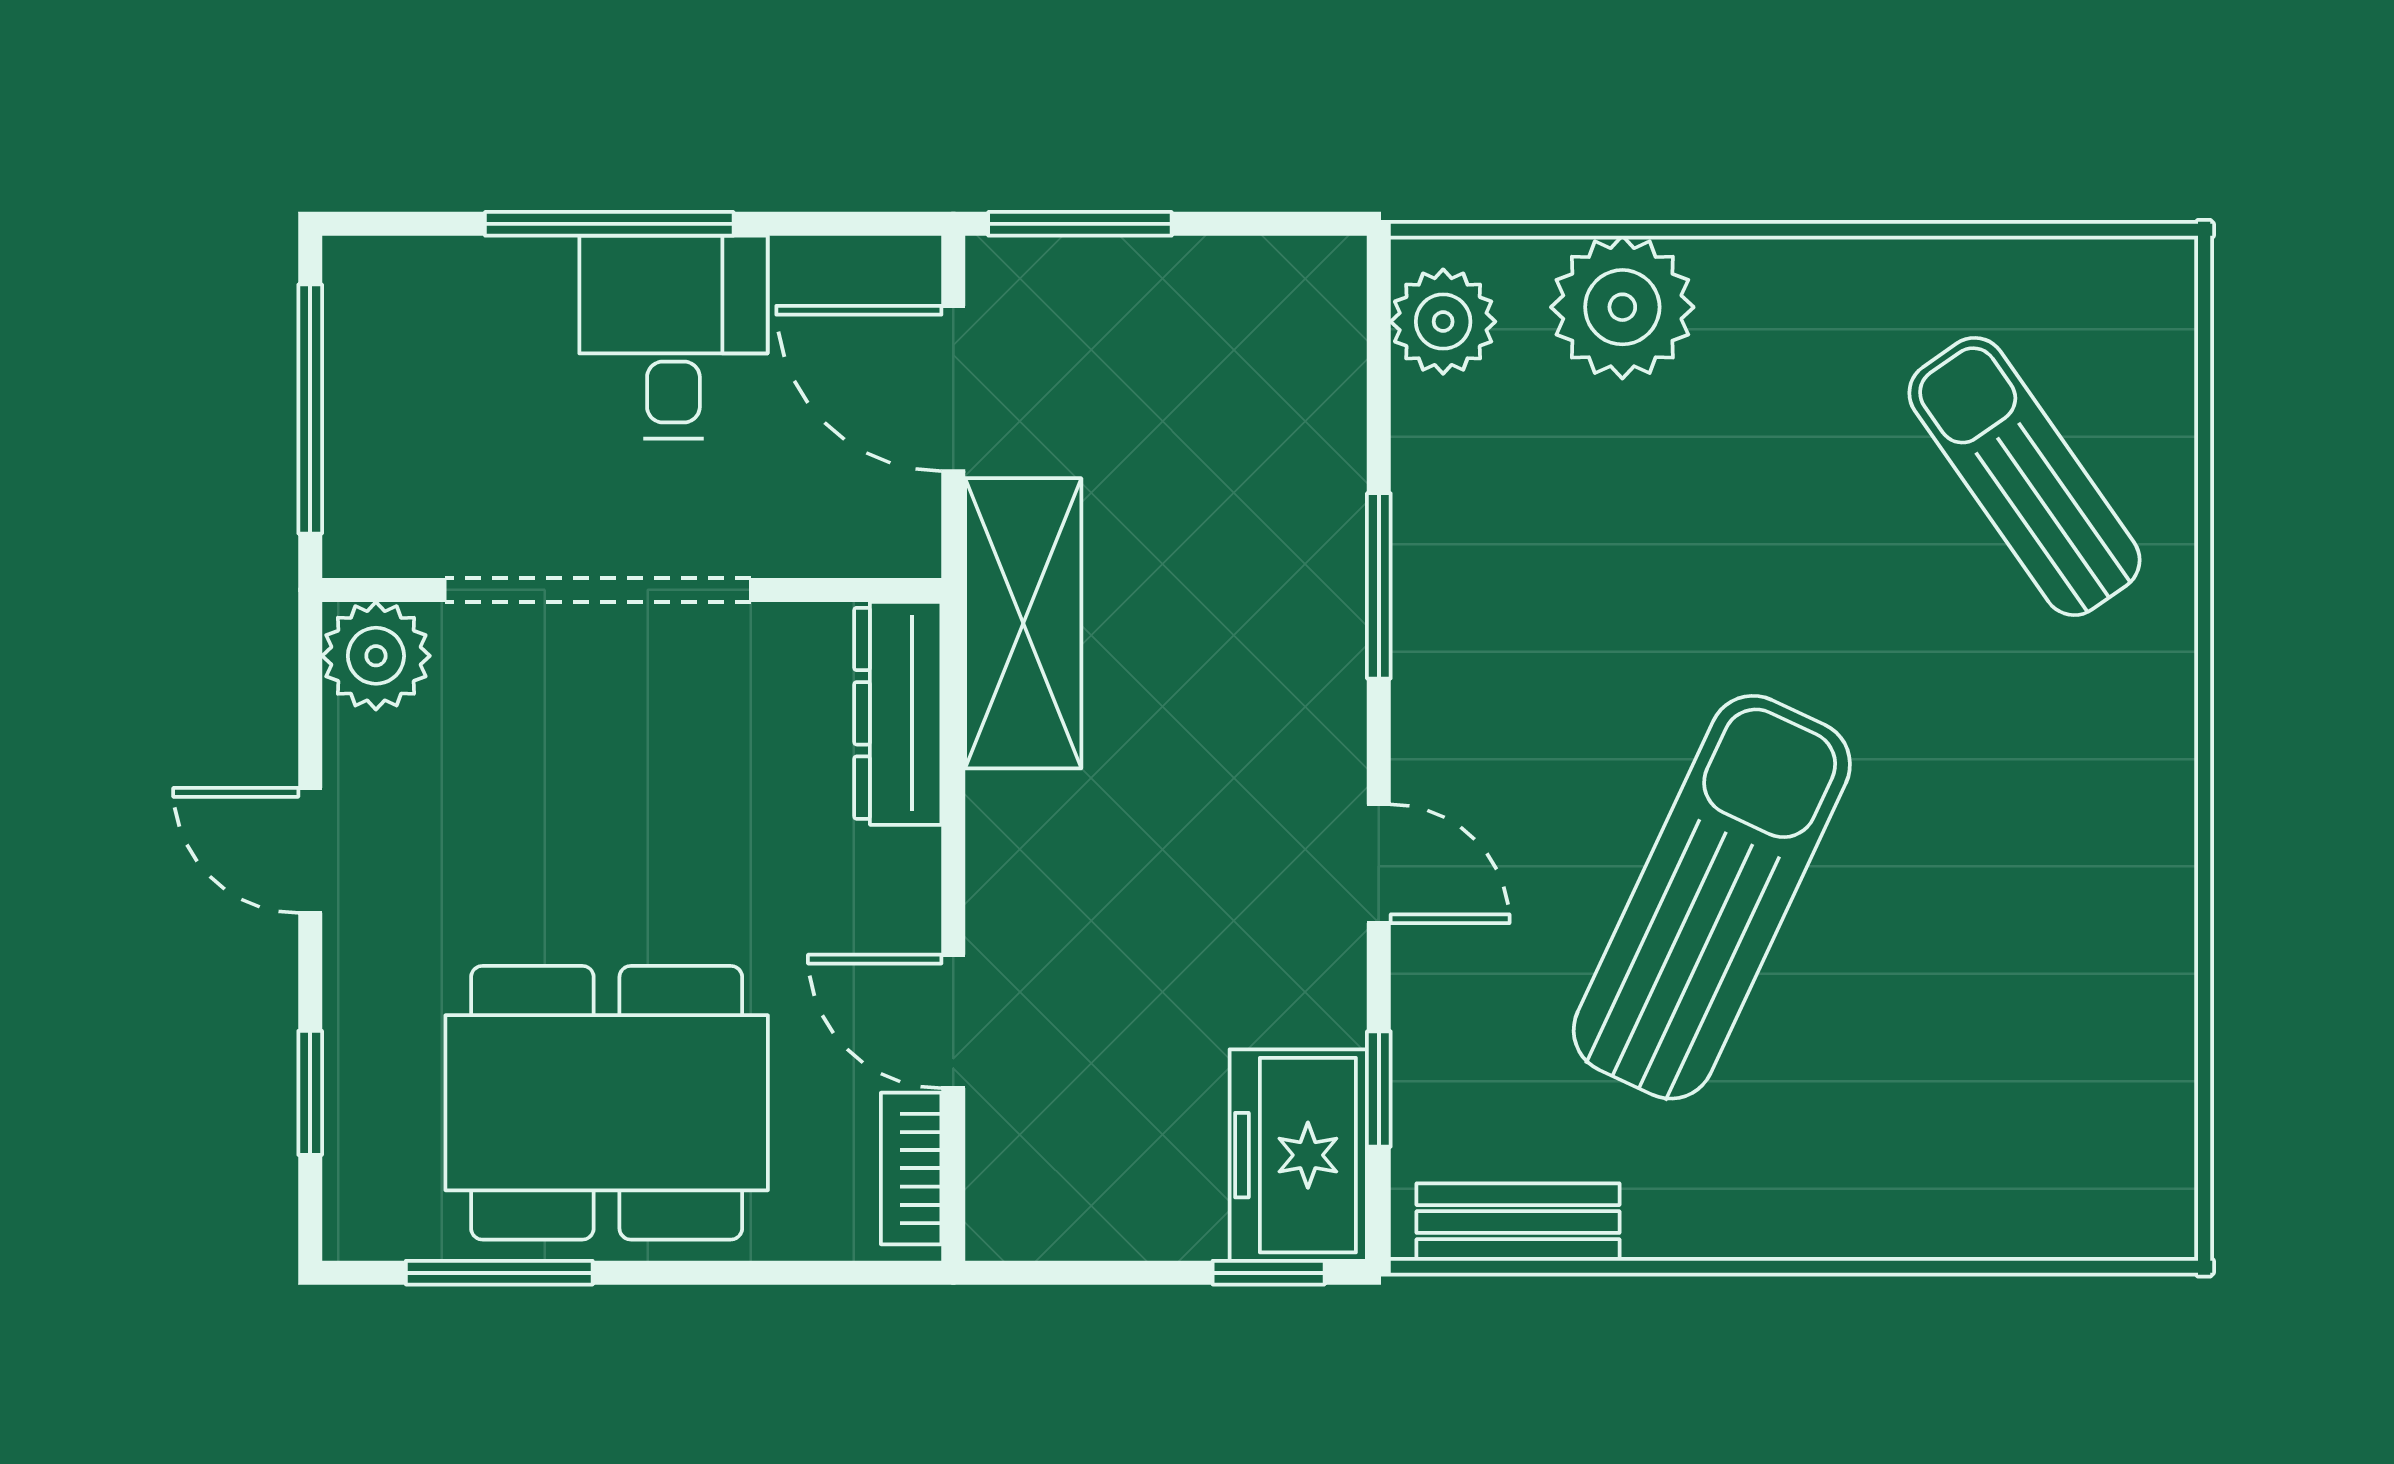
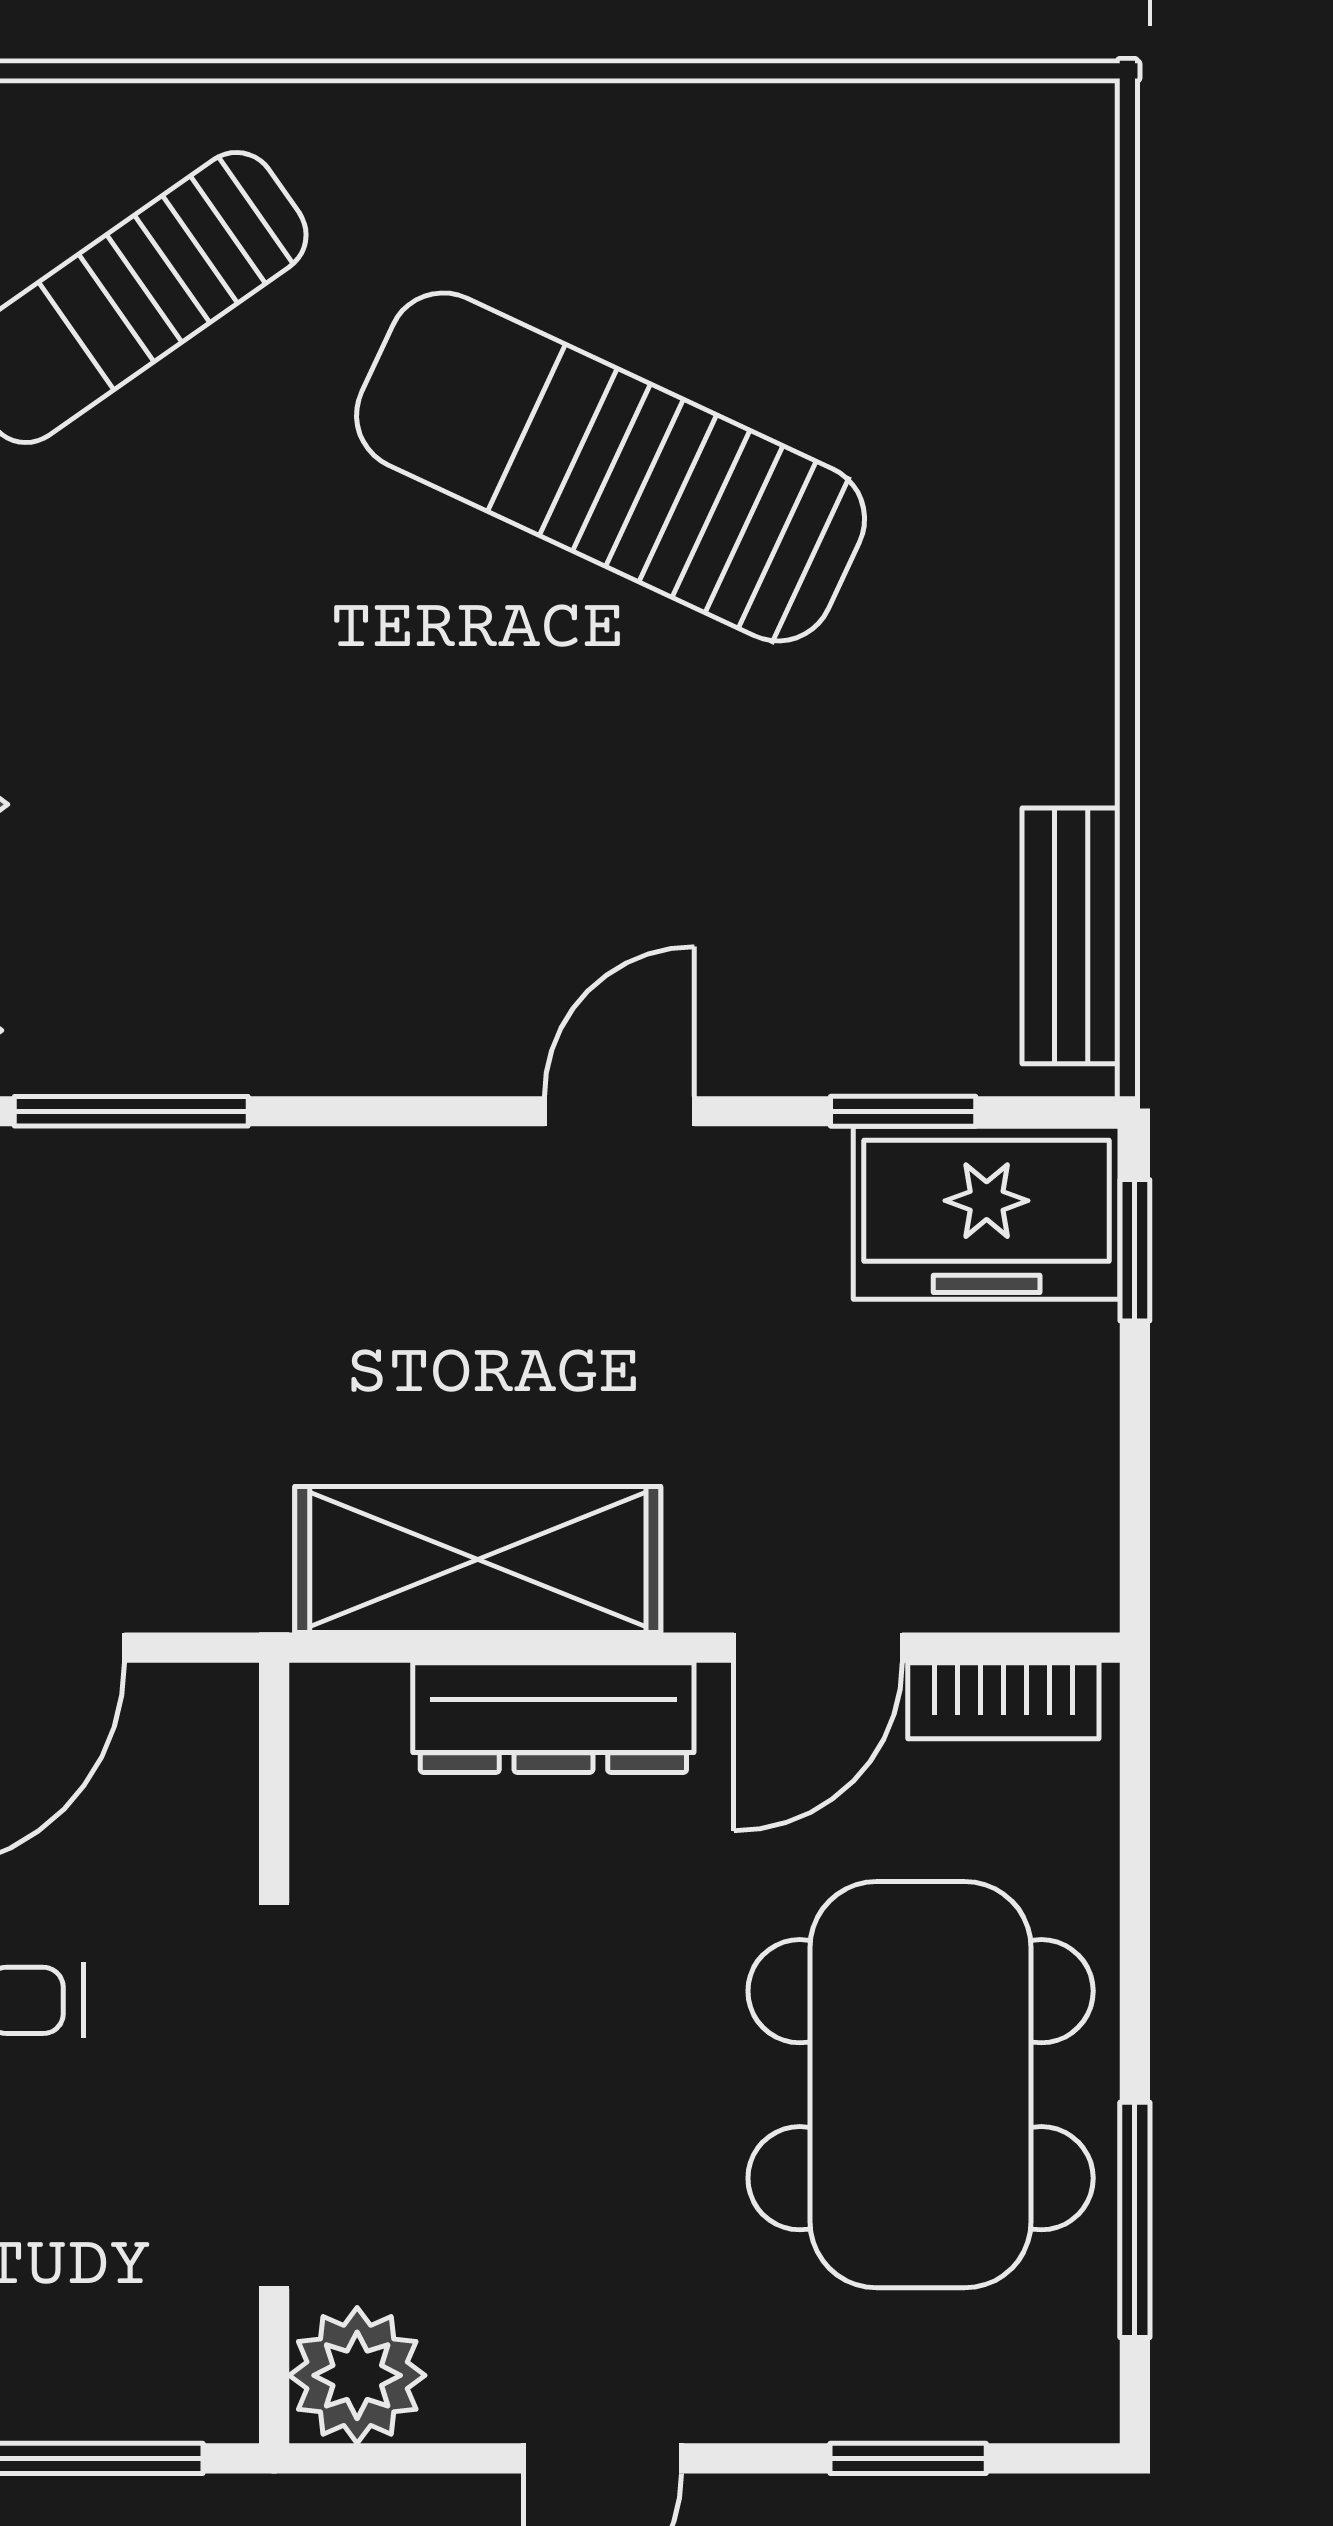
window: (1379, 586) -> (131, 1111), moved
shelving: (1023, 623) -> (478, 1559), moved
dresser: (898, 713) -> (553, 1718), moved
sun lounger: (1712, 897) -> (611, 467), moved

